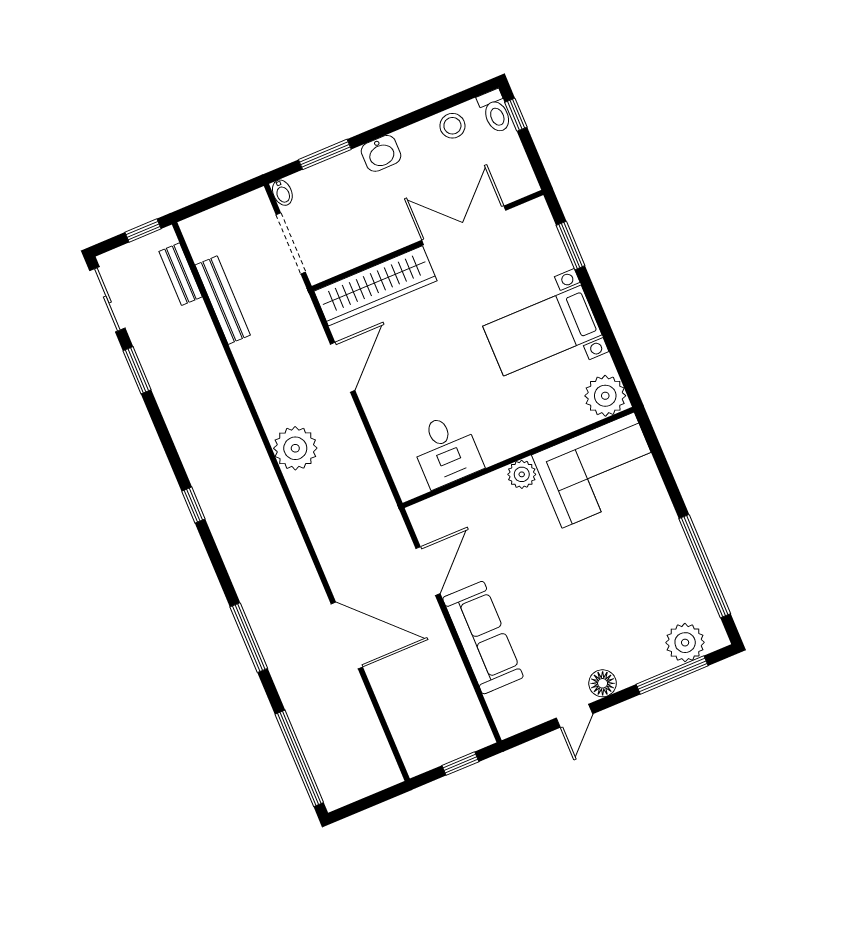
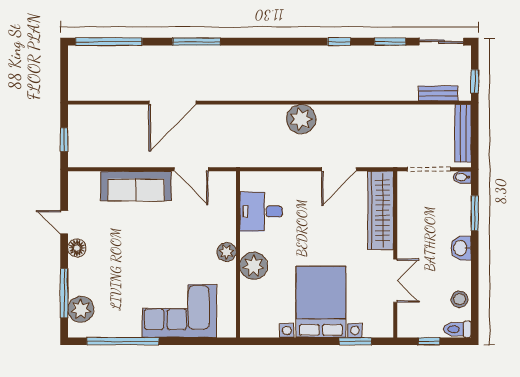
window: (516, 115) -> (429, 341), moved
double door: (464, 225) -> (395, 281), width x0.73
bench: (223, 300) -> (463, 133), moved, turned 90
bed with nightstands: (542, 331) -> (321, 302), width x1.36
door: (343, 367) -> (339, 169), hinge flipped
plant: (605, 396) -> (254, 266), moved
corner sofa: (598, 470) -> (179, 311), moved, turned 90
window: (193, 505) -> (339, 42), moved

